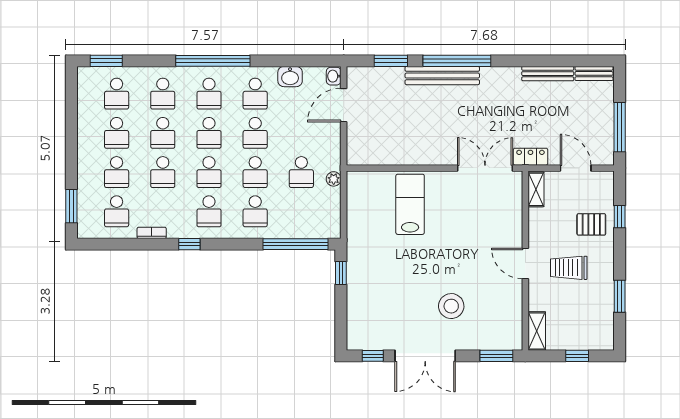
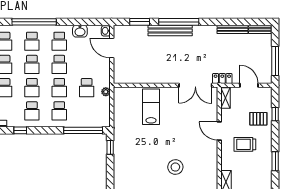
door: (344, 105) -> (112, 48), hinge flipped
double door: (485, 168) -> (195, 85), swing flipped
door: (525, 263) -> (219, 131), moved

